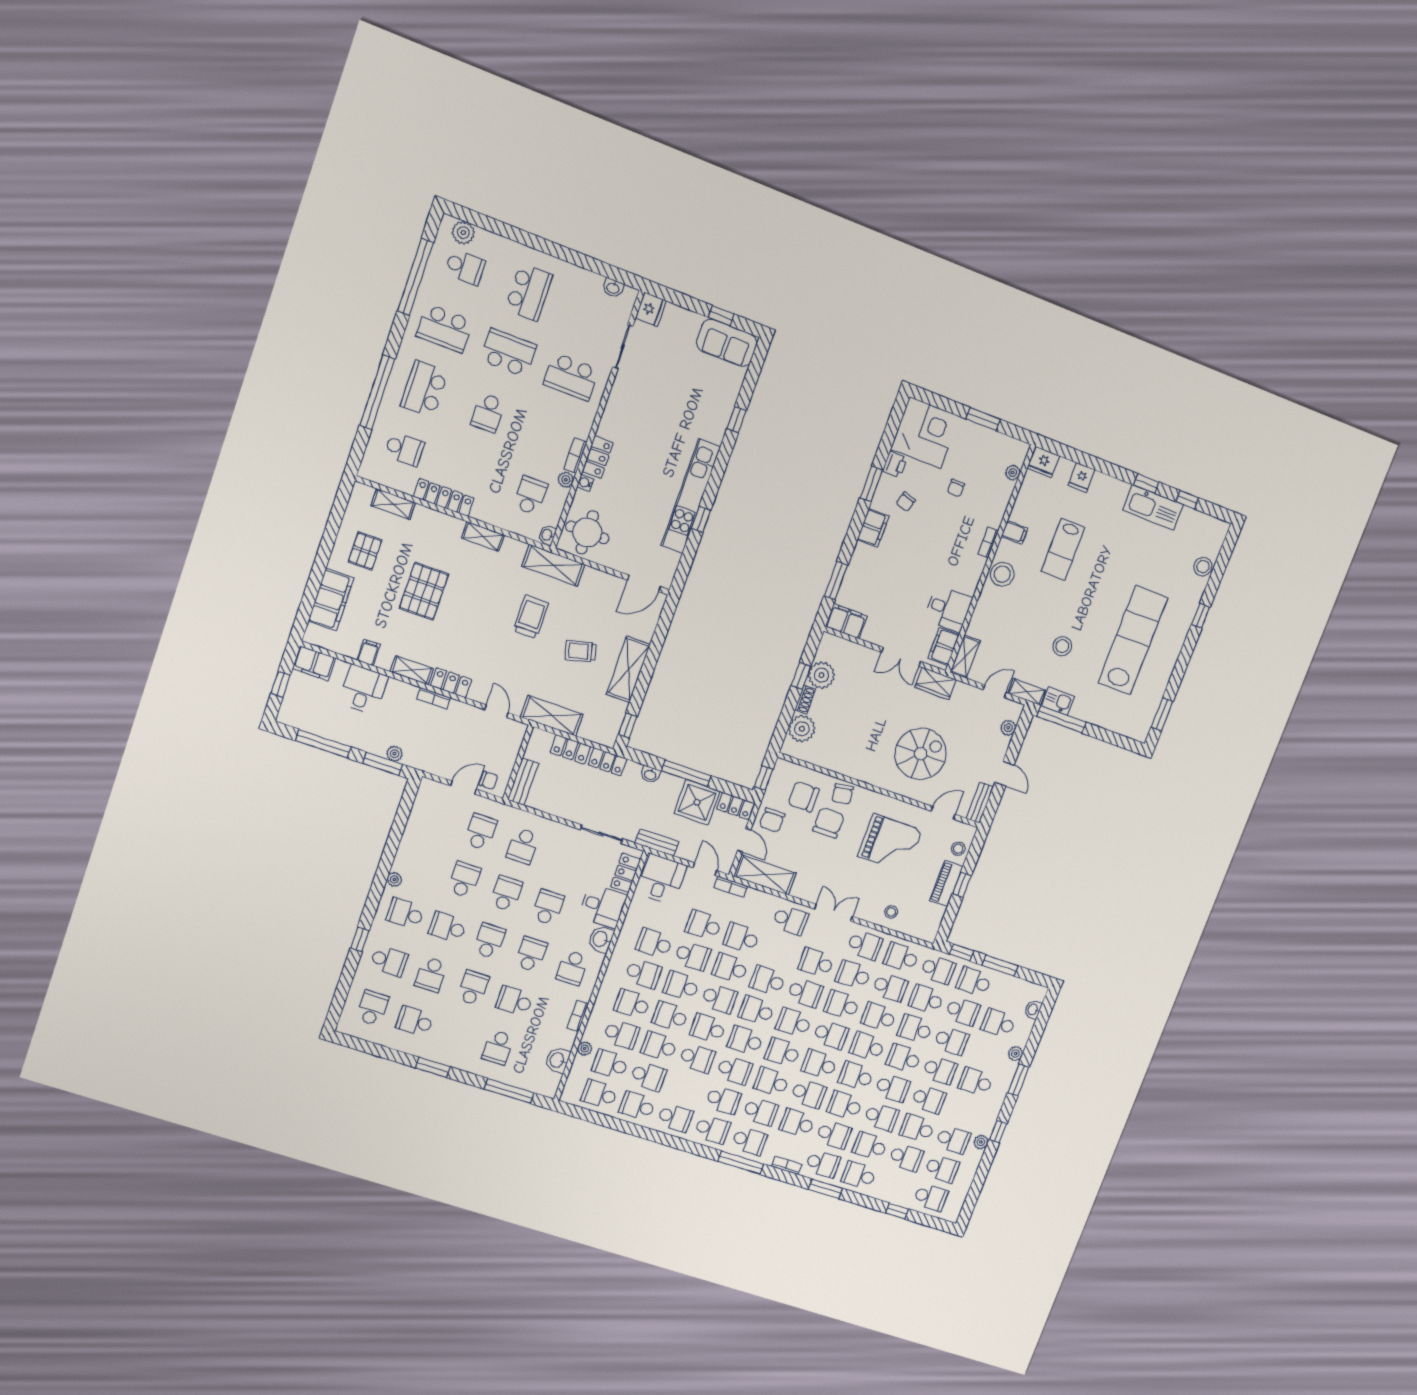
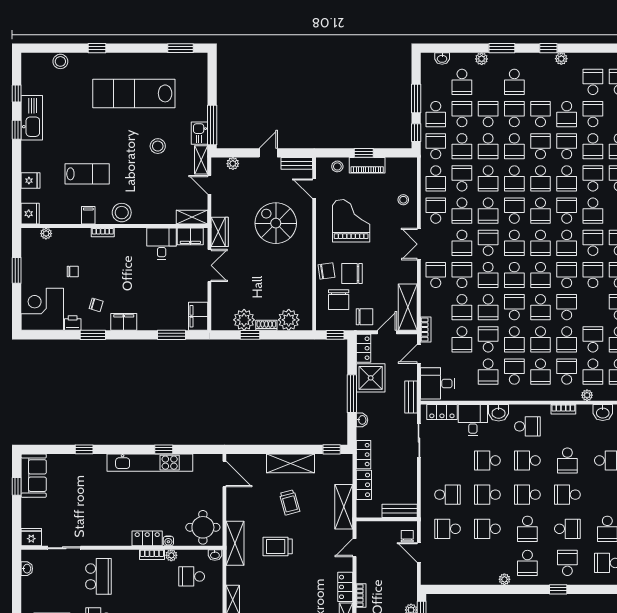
school desk: (953, 1140) -> (462, 275), moved

